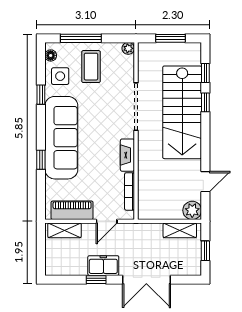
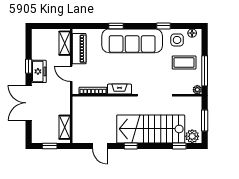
window: (81, 38) -> (205, 71), moved
window: (205, 102) -> (131, 146), moved
plant: (192, 210) -> (192, 136), moved

